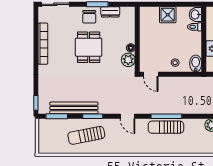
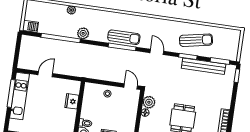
bidet: (196, 63) -> (89, 90), removed

